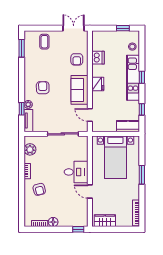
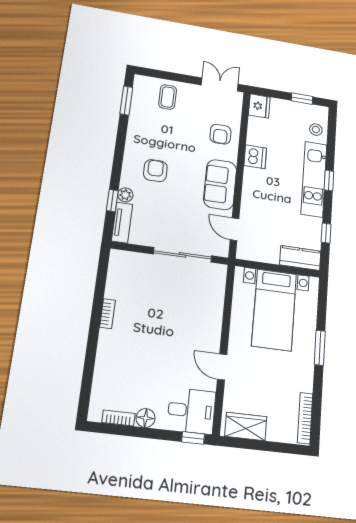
dishwasher: (98, 58) -> (255, 157), moved
fridge: (98, 84) -> (259, 106), moved
plant: (30, 149) -> (118, 274), removed
desk: (76, 172) -> (191, 411), moved
armchair: (39, 189) -> (126, 351), removed

